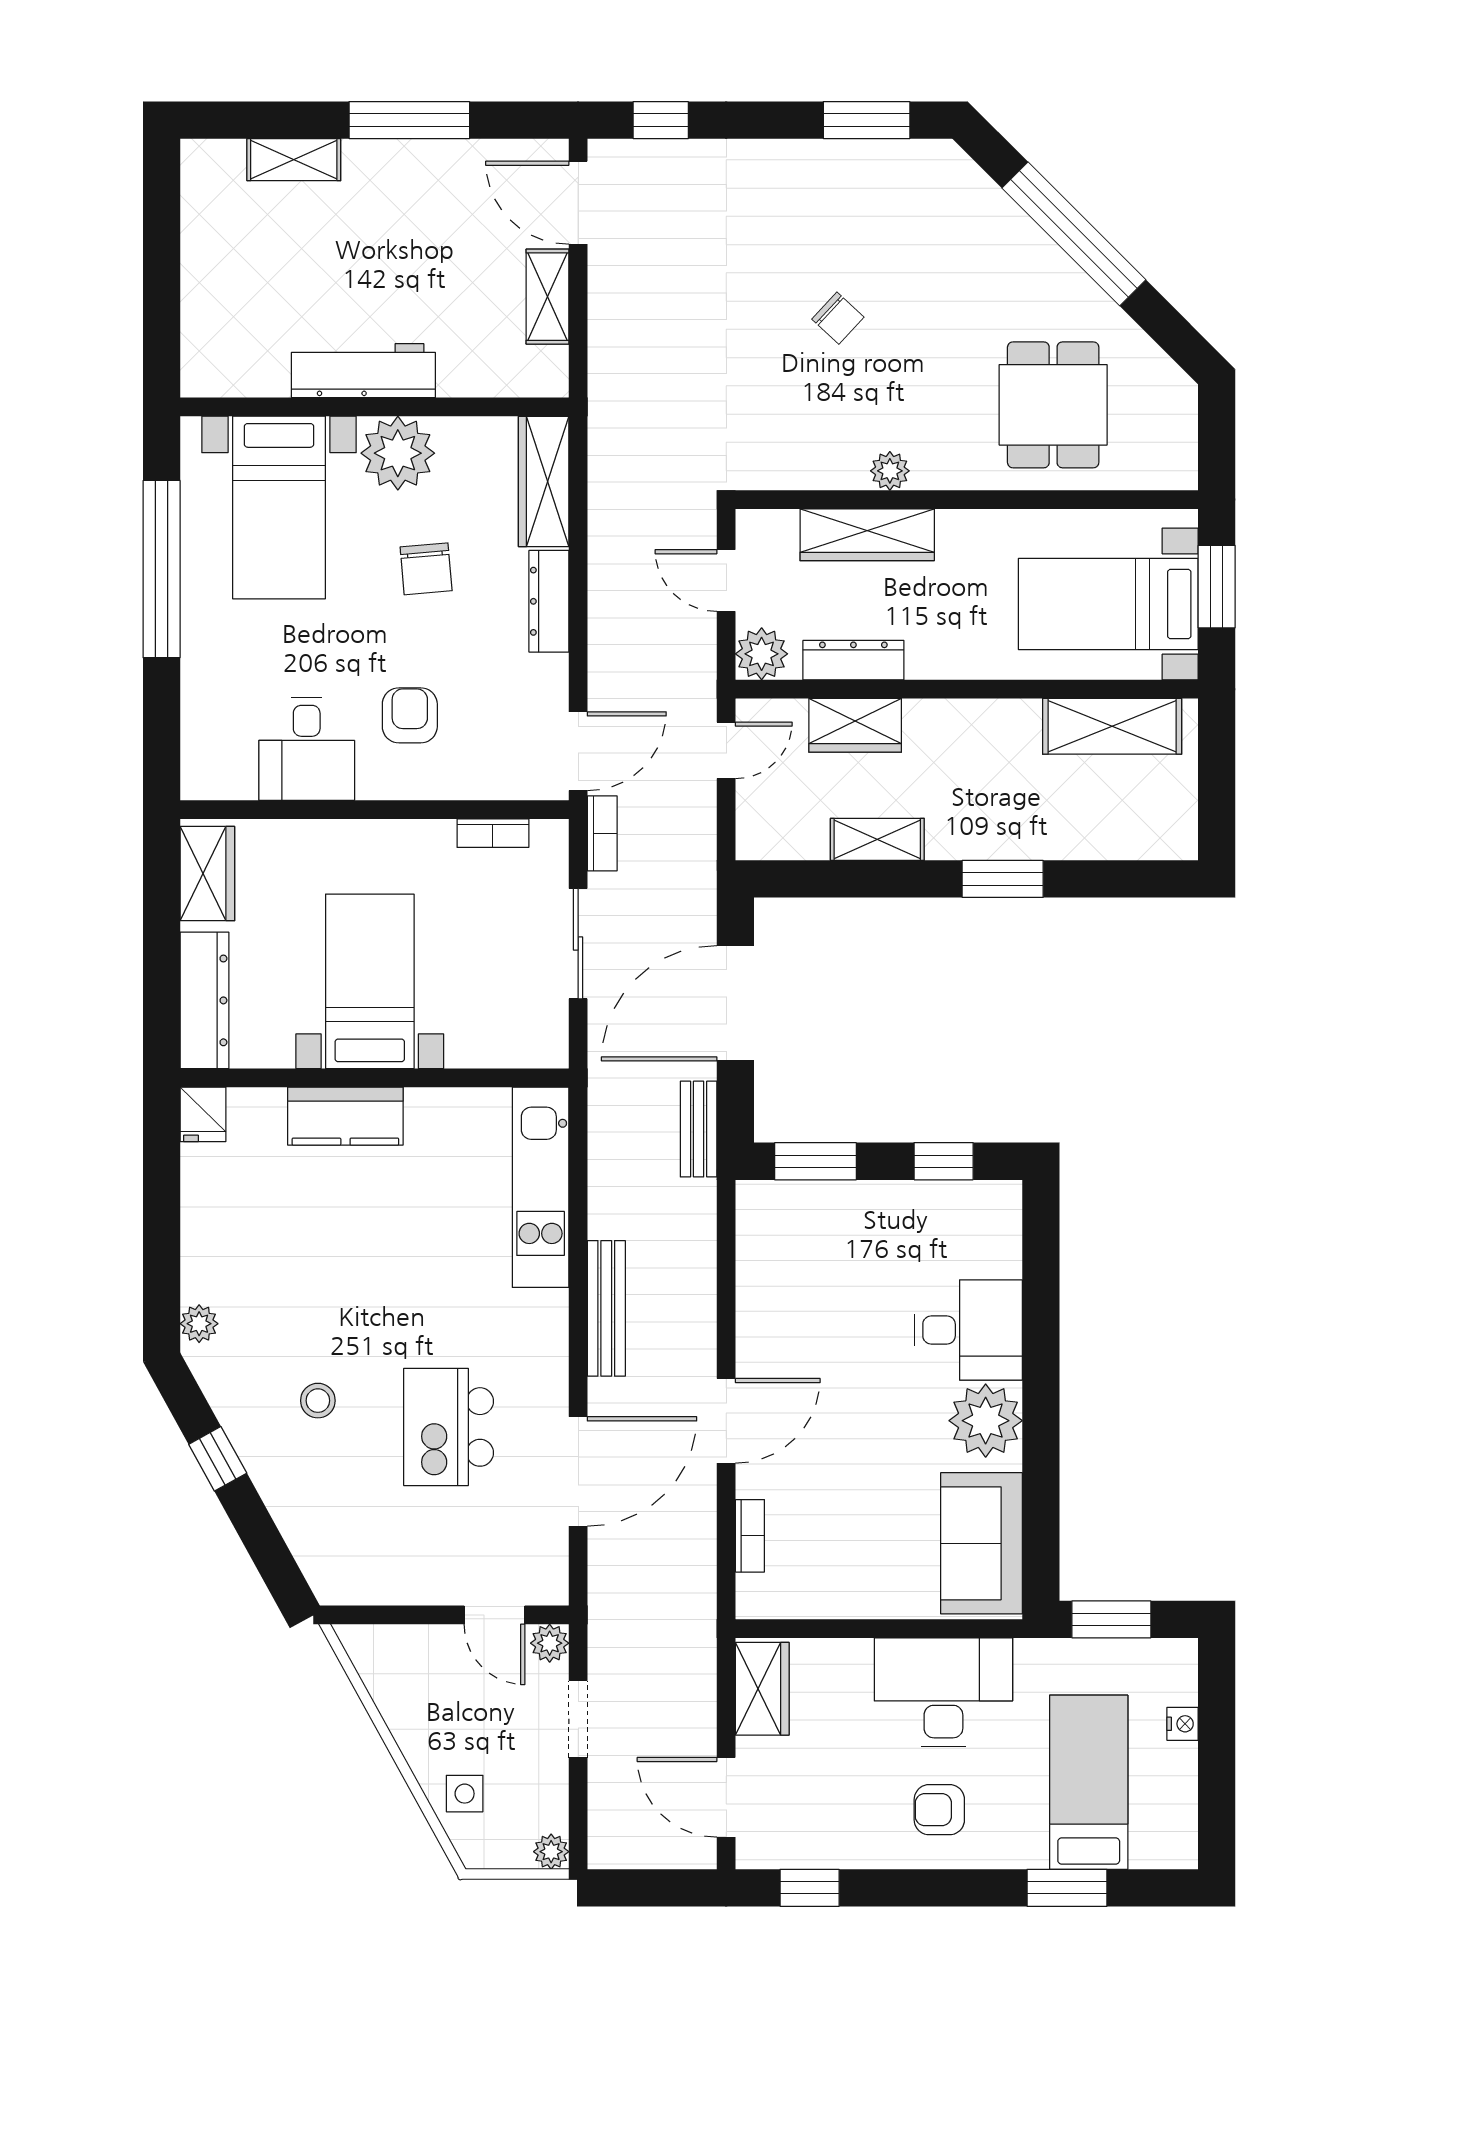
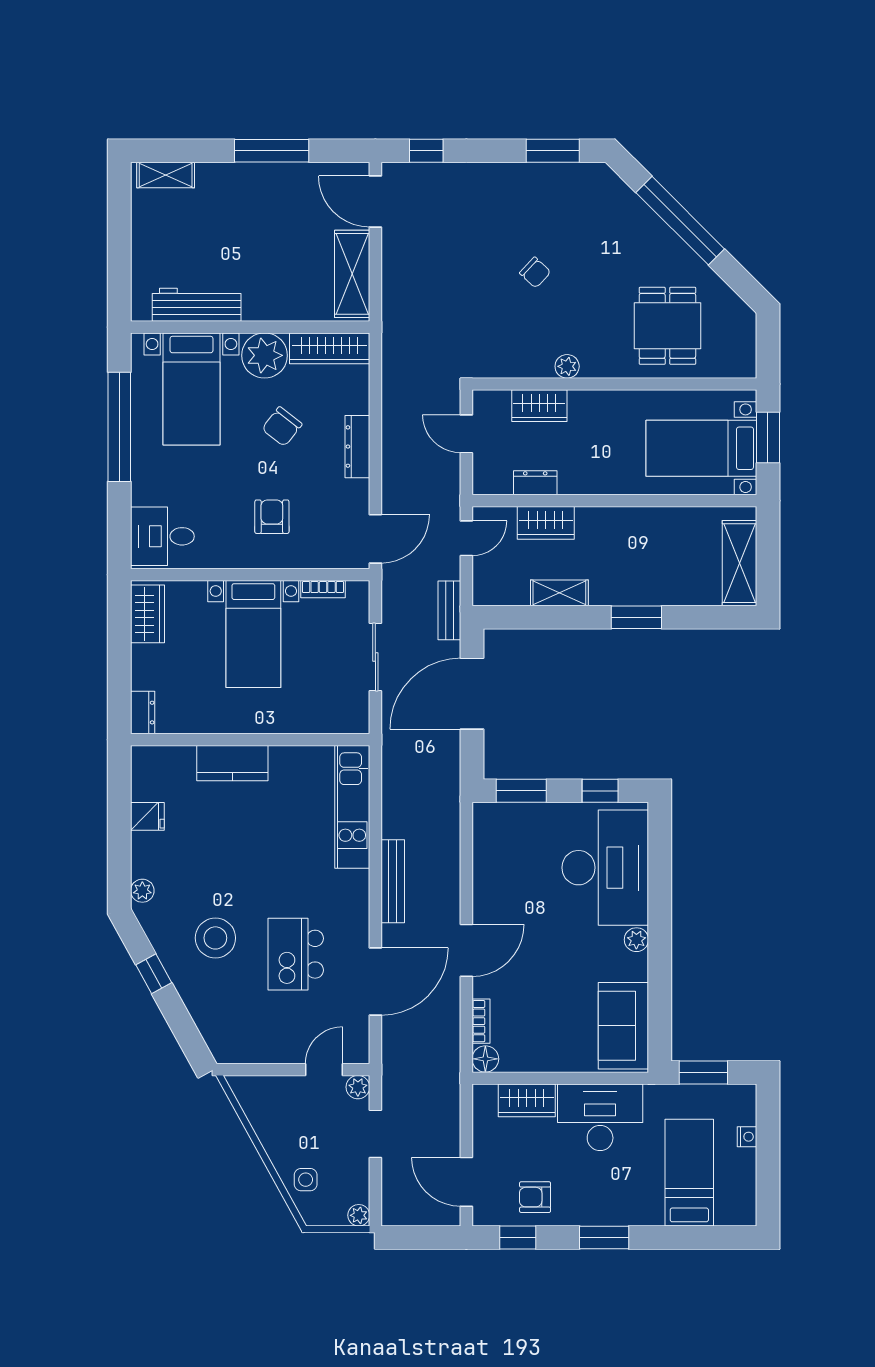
shelving: (294, 160) -> (166, 175), moved
shelving: (547, 297) -> (352, 274), width x1.50, depth x1.33
workbench: (363, 371) -> (197, 305), moved
wardrobe: (544, 482) -> (330, 348), moved, turned -90
wardrobe: (867, 535) -> (539, 406), width x0.67
chair: (426, 569) -> (282, 427), turned 43
plant: (762, 654) -> (488, 479), removed
dresser: (853, 660) -> (535, 483), width x0.70
shelving: (1112, 726) -> (739, 563), moved, turned 90
desk: (307, 749) -> (162, 536), moved, turned 90
bookcase: (602, 833) -> (390, 589), removed
bed with nightstands: (370, 981) -> (253, 634), moved, turned 180
dresser: (204, 1000) -> (143, 713), width x0.51, depth x0.80
fridge: (203, 1114) -> (147, 816), moved, turned -90
bench: (699, 1129) -> (449, 610), moved
desk: (968, 1330) -> (605, 868), width x1.87, depth x1.30
stool: (318, 1401) -> (215, 938), width x1.89, depth x1.89
plant: (986, 1421) -> (636, 940), width x0.53, depth x0.53
floor lamp: (757, 1597) -> (485, 1059), added
door: (494, 1615) -> (324, 1070), swing flipped
wardrobe: (762, 1689) -> (527, 1100), moved, turned 90
armchair: (939, 1810) -> (535, 1197), moved
window: (1067, 1888) -> (604, 1238), moved

